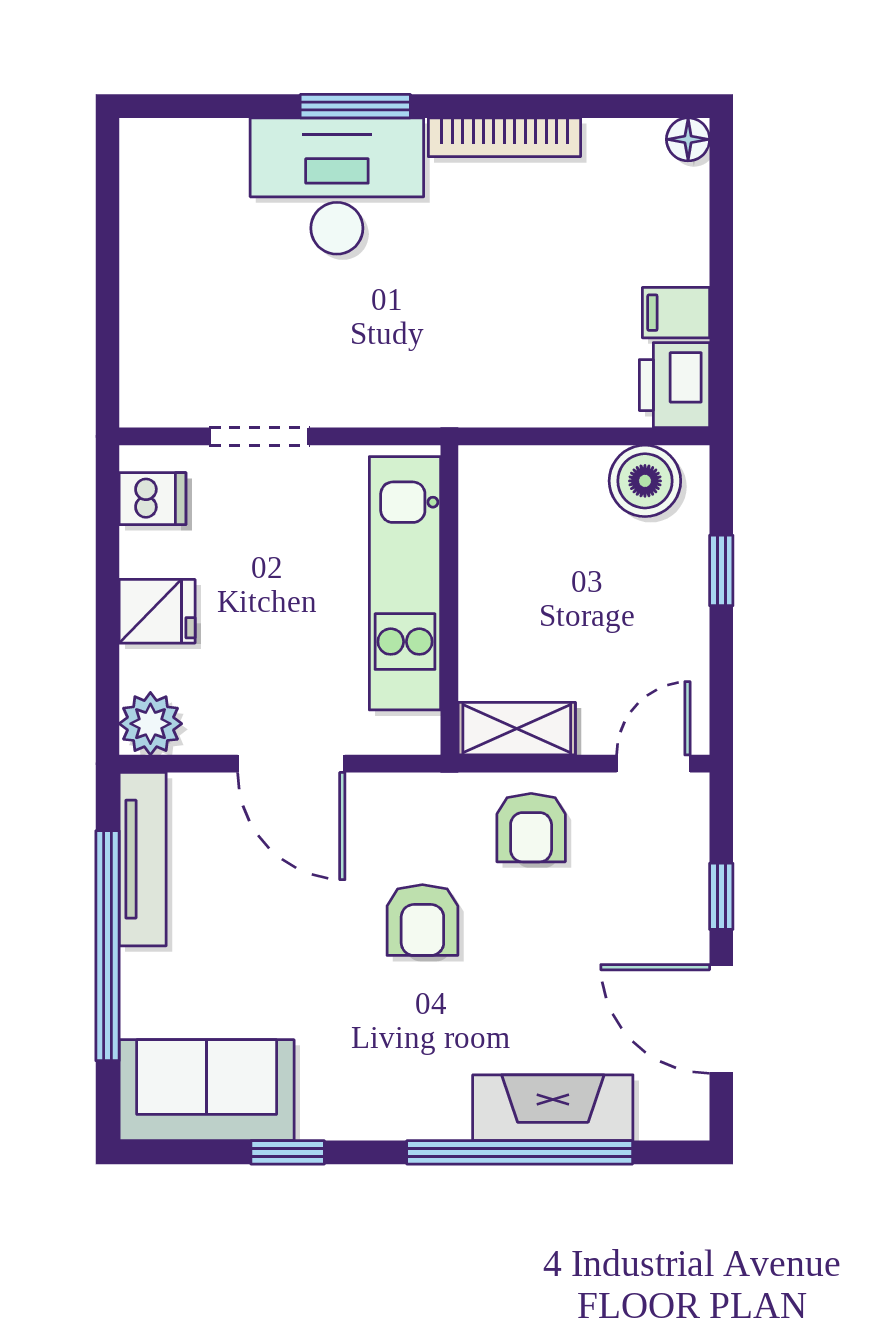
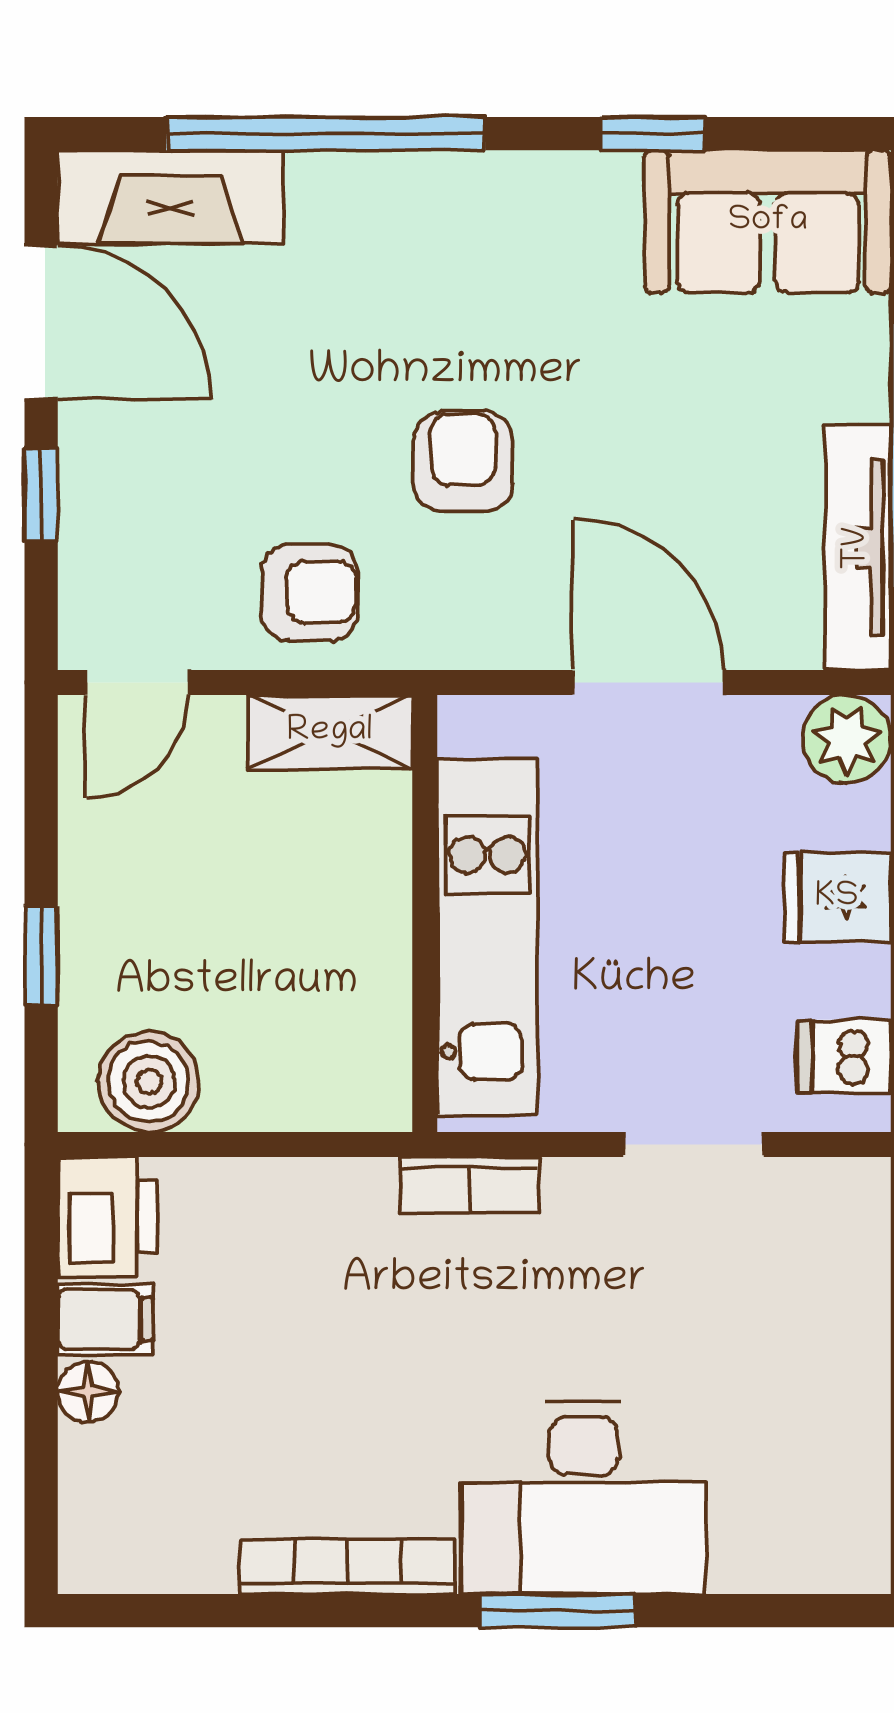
floor lamp: (688, 139) -> (88, 1392), moved
bookcase: (418, 408) -> (470, 1185), added
armchair: (531, 828) -> (310, 592), turned 90
fireplace: (553, 1108) -> (171, 197), moved

